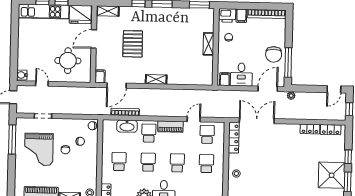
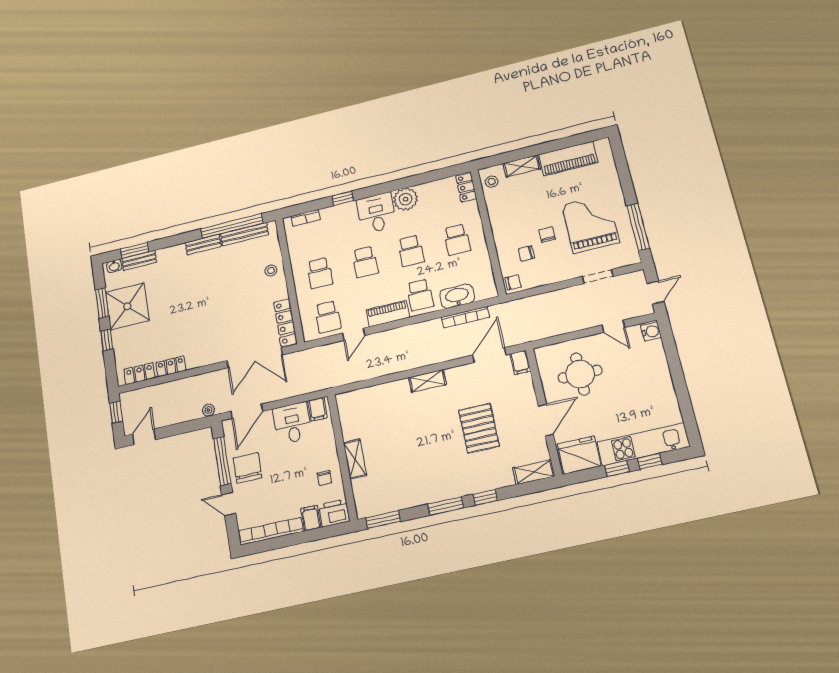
door: (289, 36) -> (229, 504), added

